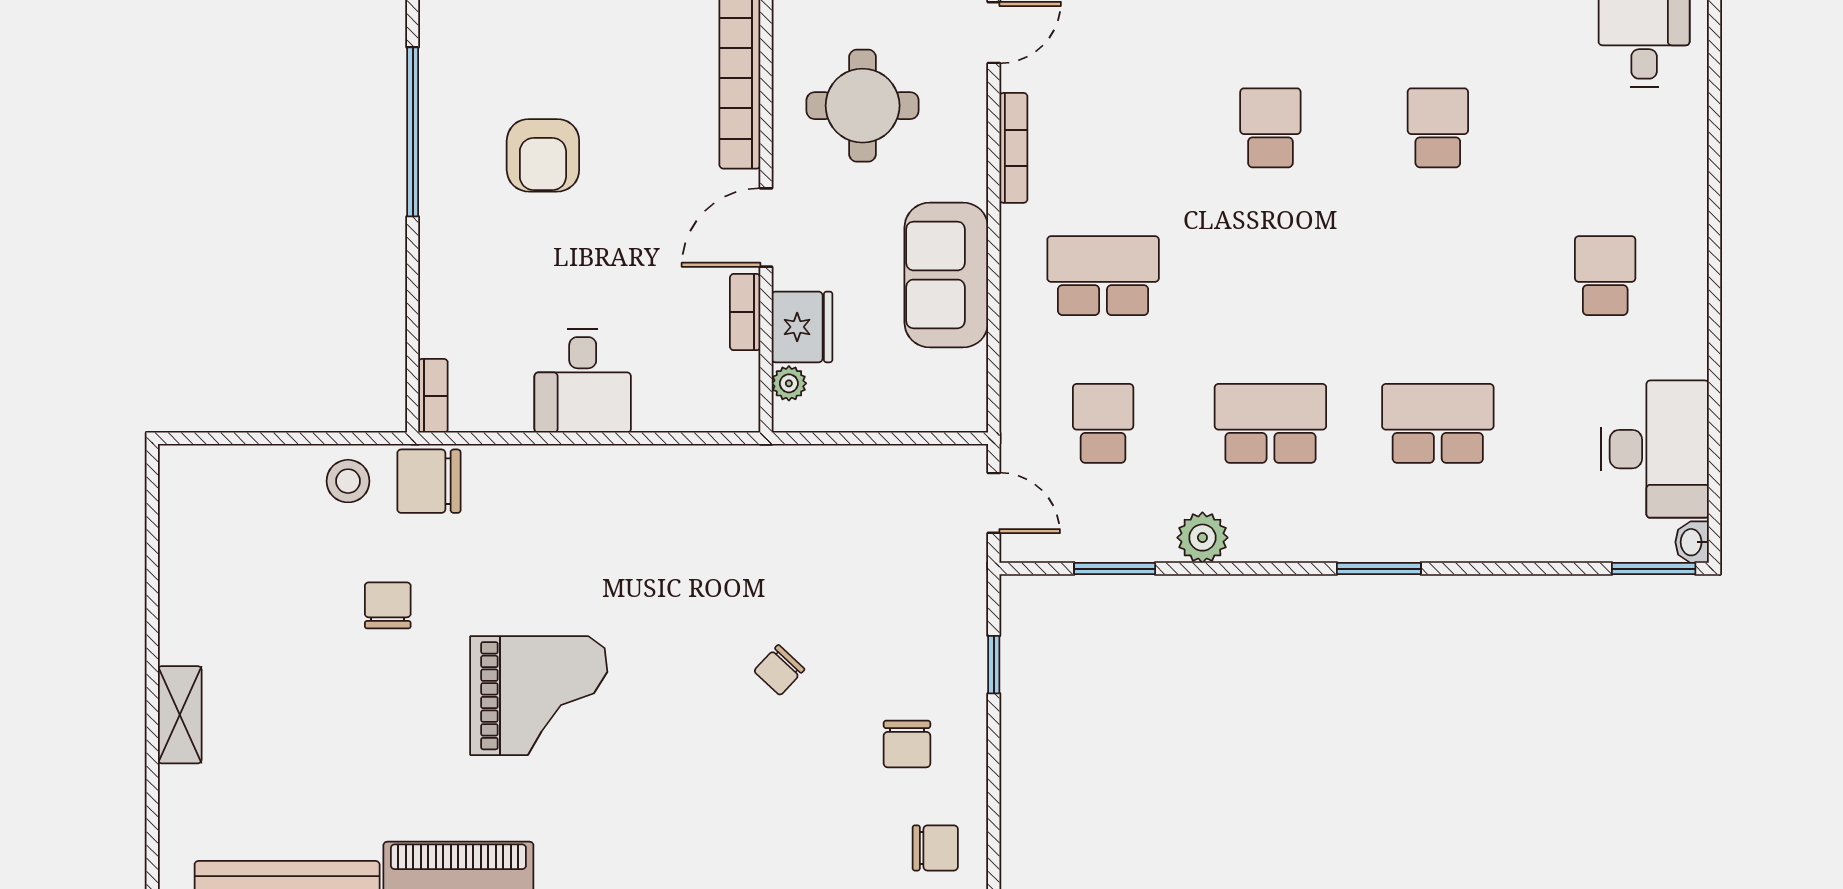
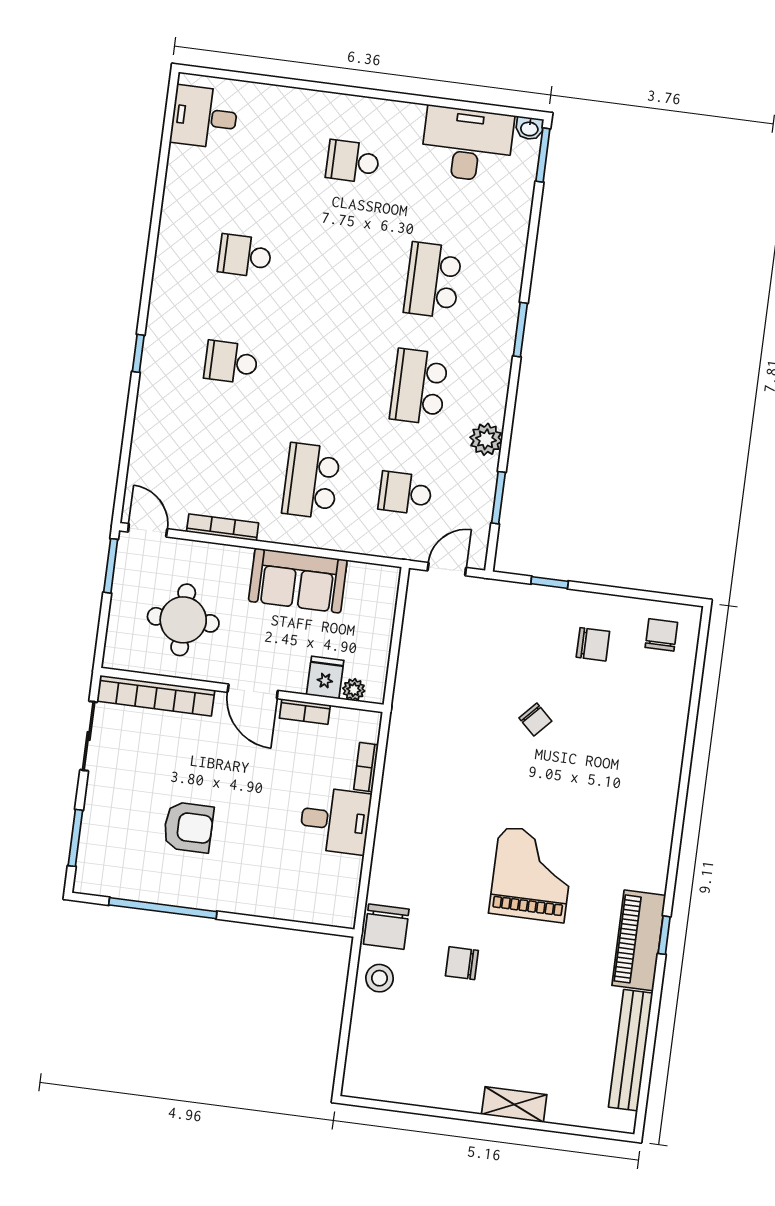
fridge: (802, 327) -> (325, 677), width x0.72
bookcase: (433, 396) -> (366, 767), moved, turned -90

